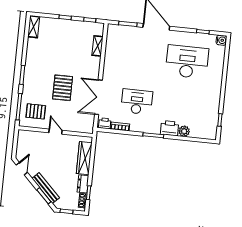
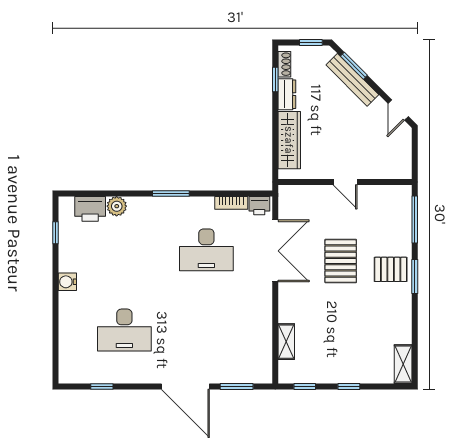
water cooler: (221, 40) -> (67, 282), moved
desk: (187, 62) -> (124, 330), width x0.73, depth x0.77
pallet: (36, 111) -> (391, 269), moved
printer: (170, 128) -> (90, 209), moved

